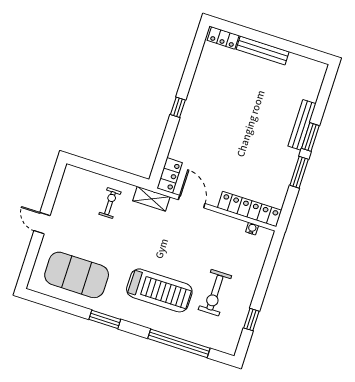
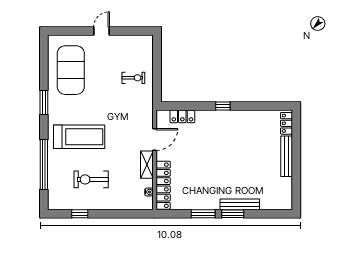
locker: (170, 175) -> (182, 116), moved
shelving: (151, 199) -> (147, 165), moved
treadmill: (159, 290) -> (79, 137), turned -90

